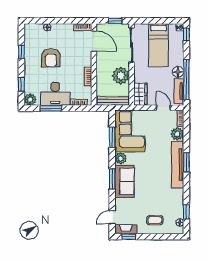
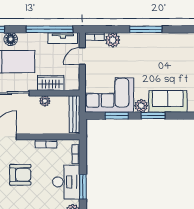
armchair: (51, 58) -> (20, 175), moved
floor lamp: (178, 72) -> (11, 39), moved
plant: (121, 76) -> (45, 101), width x0.53, depth x0.53
wardrobe: (140, 94) -> (51, 83), moved
window: (186, 162) -> (146, 29), width x1.44
tv unit: (178, 165) -> (148, 40), removed
window: (112, 179) -> (153, 116), moved

